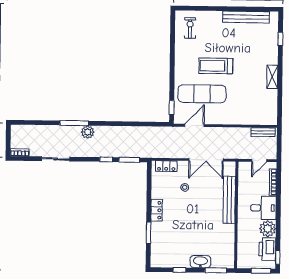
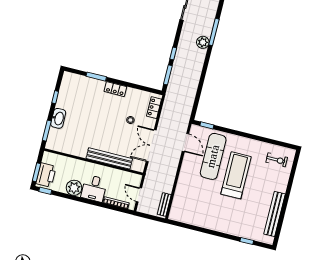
treadmill: (216, 66) -> (236, 175), width x1.37, depth x1.38
shelving: (272, 77) -> (214, 225), removed
printer: (267, 249) -> (46, 175), moved, turned 90

